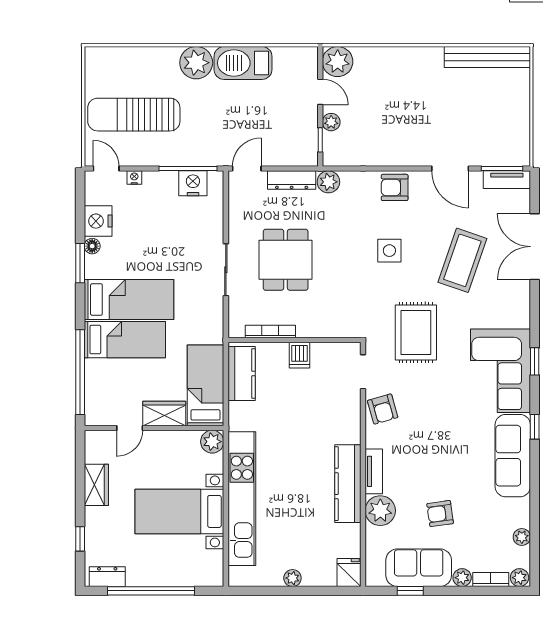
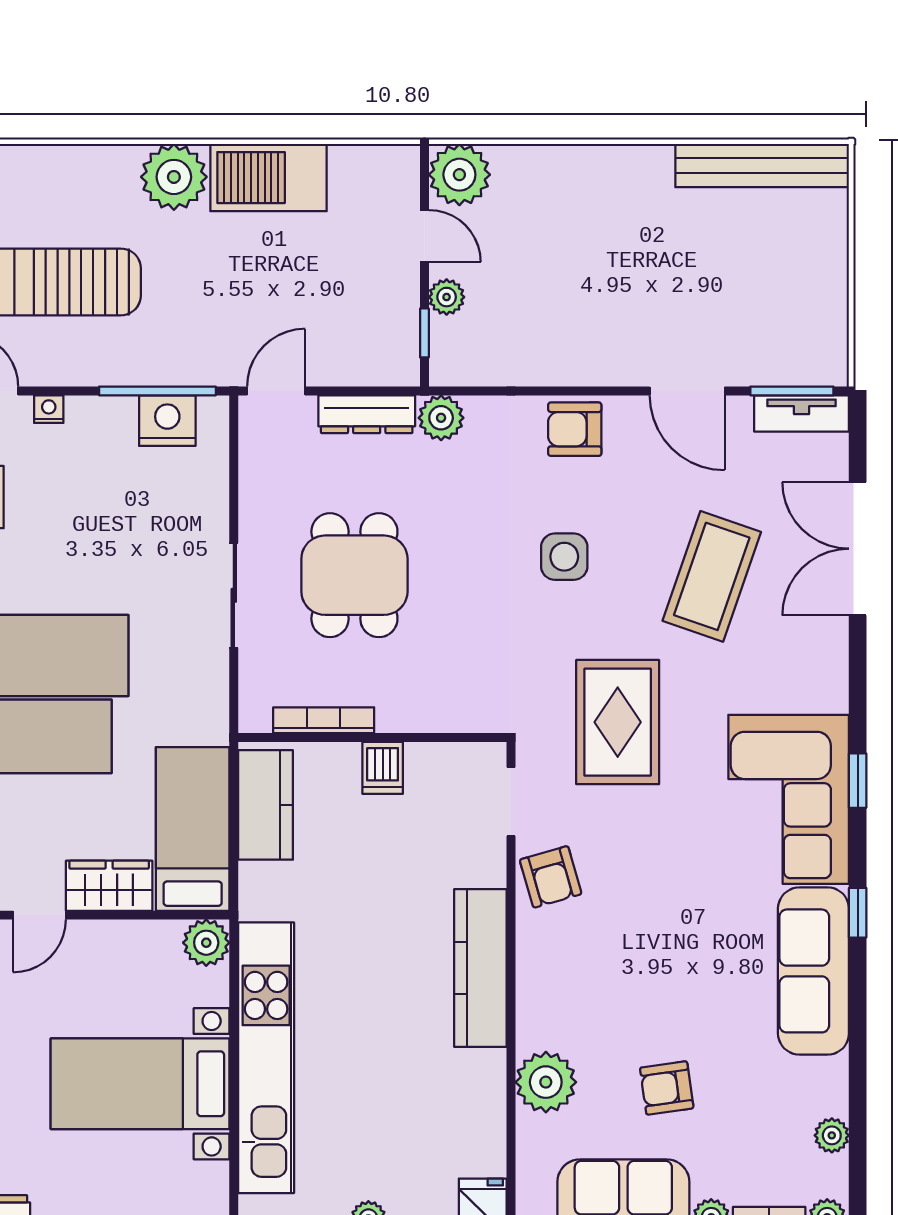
tv unit: (374, 471) -> (533, 1003), removed
kitchen counter: (348, 484) -> (480, 968), moved

